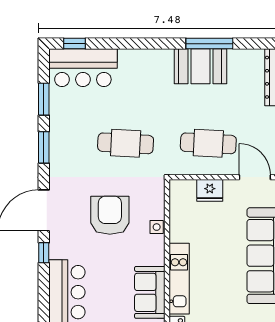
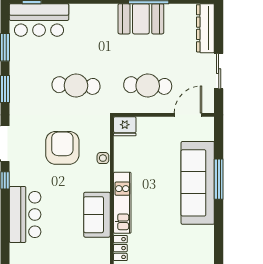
door: (255, 177) -> (188, 115), hinge flipped
fridge: (210, 190) -> (125, 126), moved

